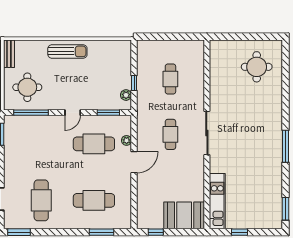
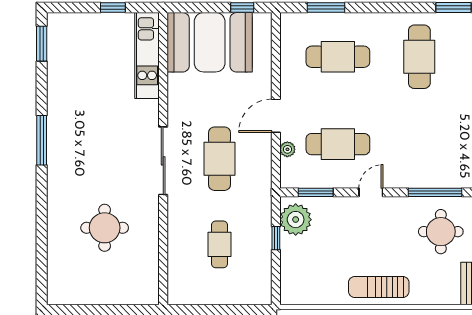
round table: (257, 67) -> (105, 228), moved
plant: (126, 95) -> (296, 220), width x1.87, depth x1.87
cafe table: (170, 134) -> (219, 159), width x1.37, depth x1.35
booth: (184, 215) -> (210, 42), width x1.36, depth x1.42

